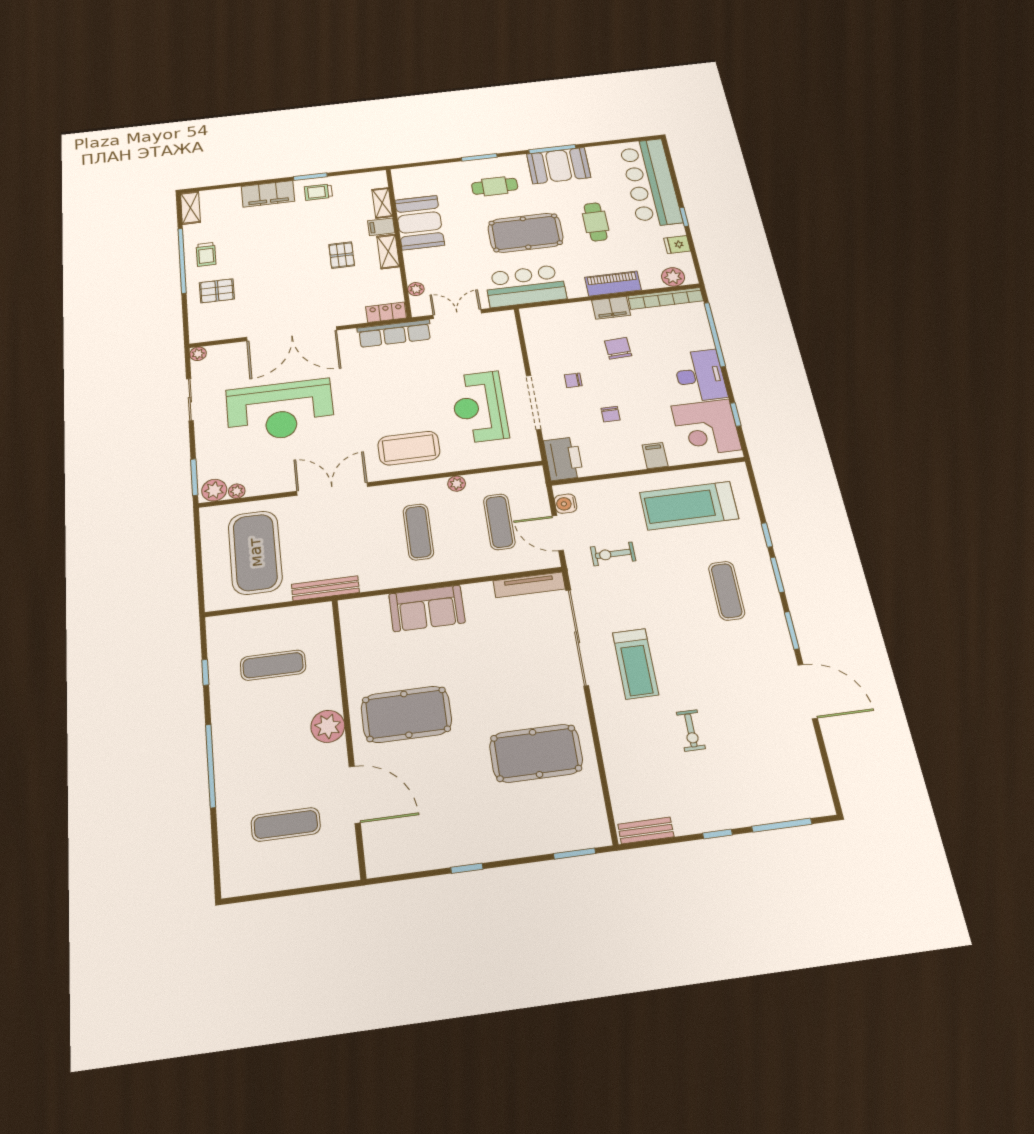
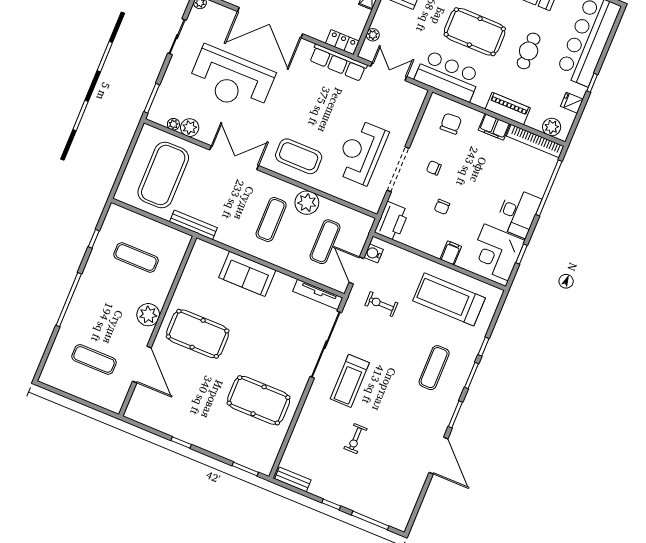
chair: (618, 348) -> (451, 124), moved
plant: (457, 484) -> (307, 203), width x1.87, depth x1.87
plant: (214, 490) -> (190, 128), moved

